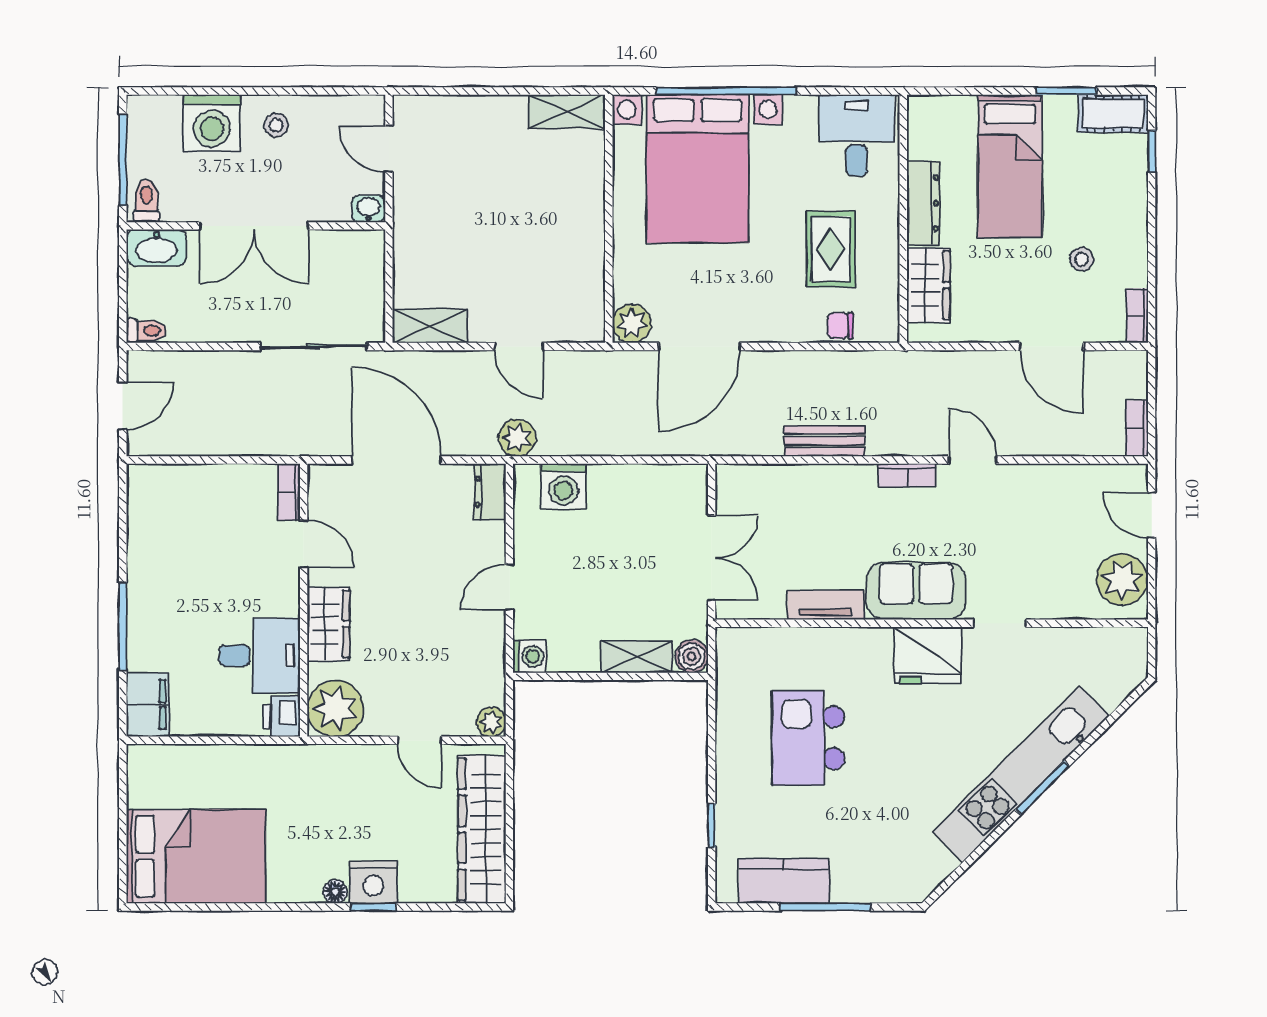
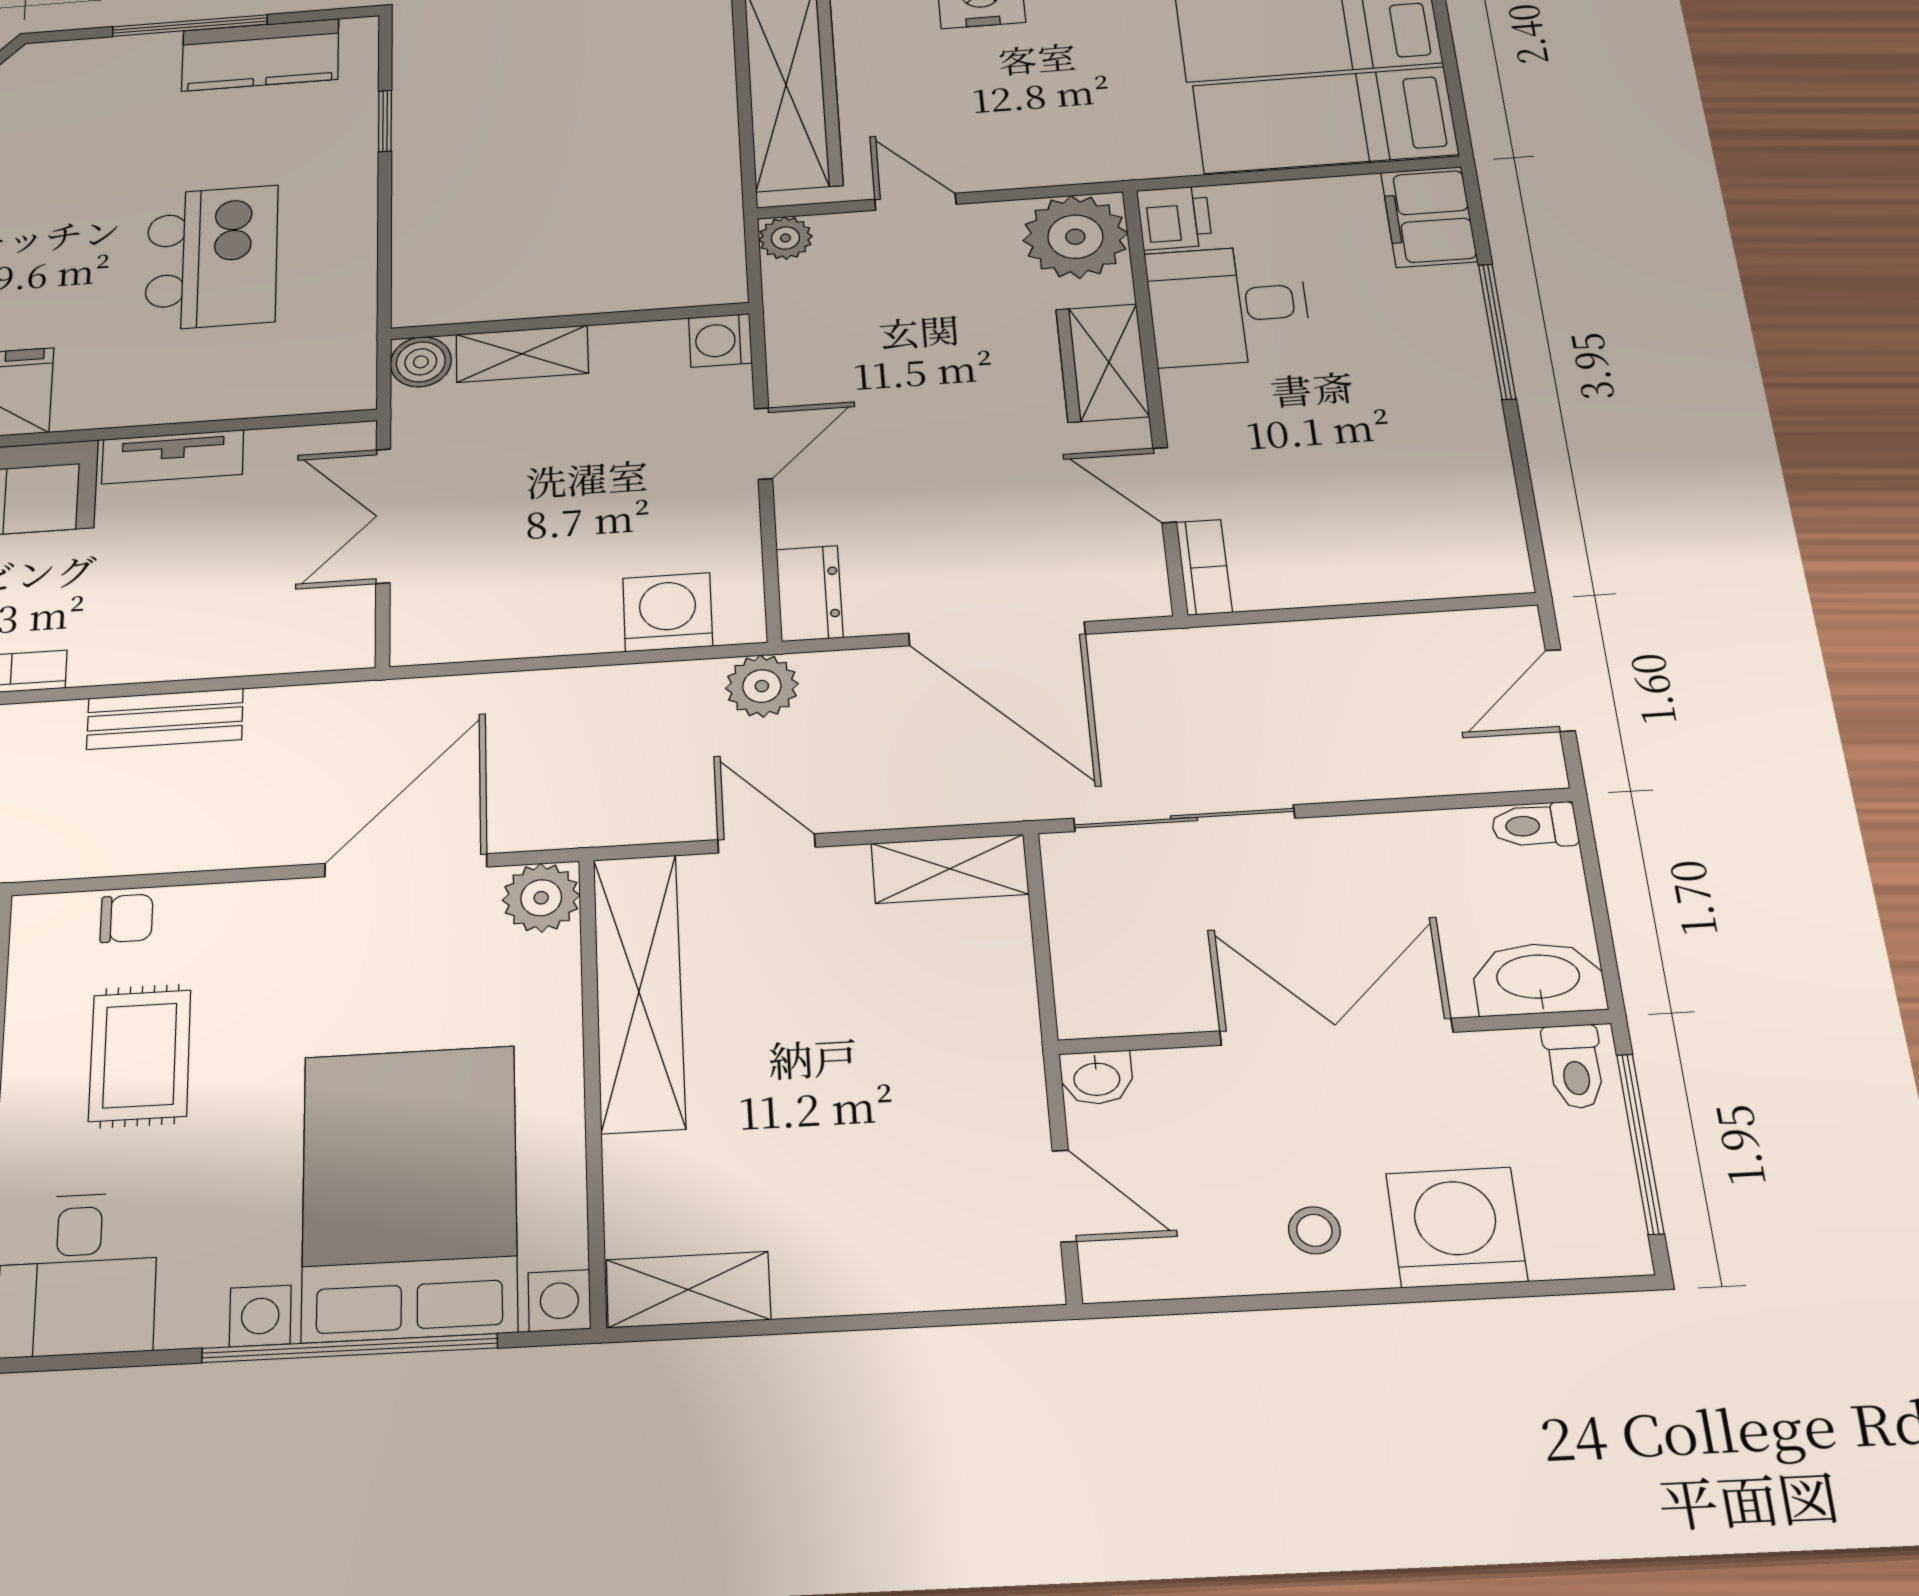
shelving: (585, 268) -> (639, 992), added
bed: (195, 776) -> (1325, 120), added

